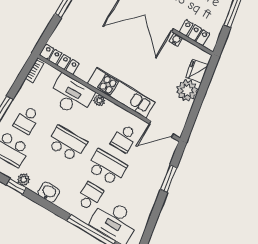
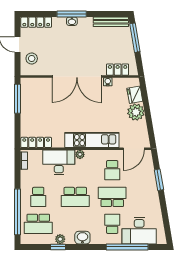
school desk: (67, 144) -> (75, 197), turned 180

